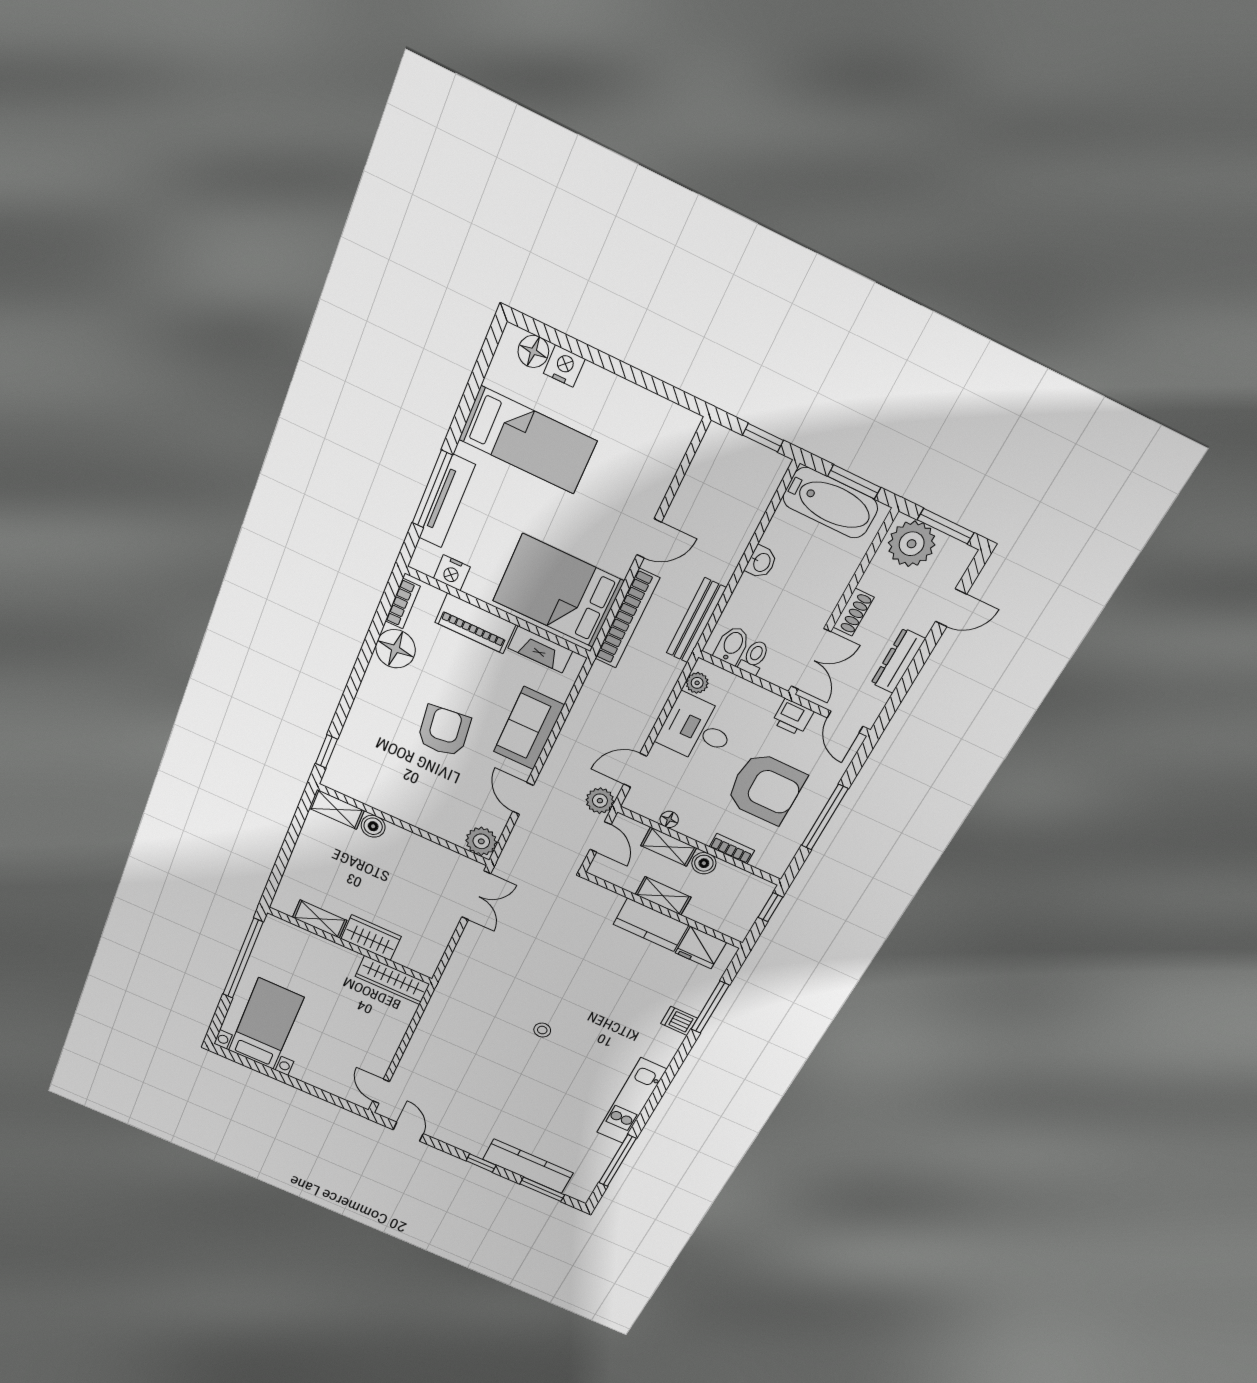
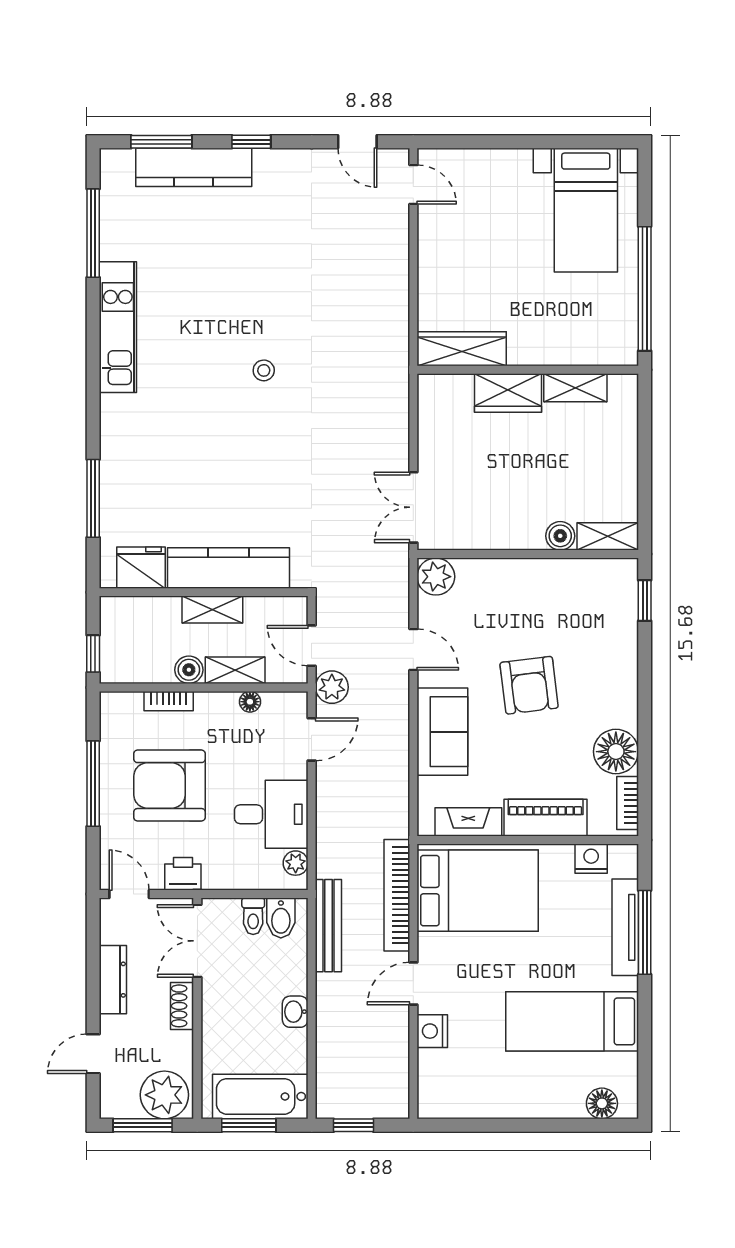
nightstand: (564, 366) -> (432, 1031), moved, turned 90
kitchen counter: (651, 925) -> (229, 568), width x1.50
dishwasher: (679, 1021) -> (118, 463), removed

